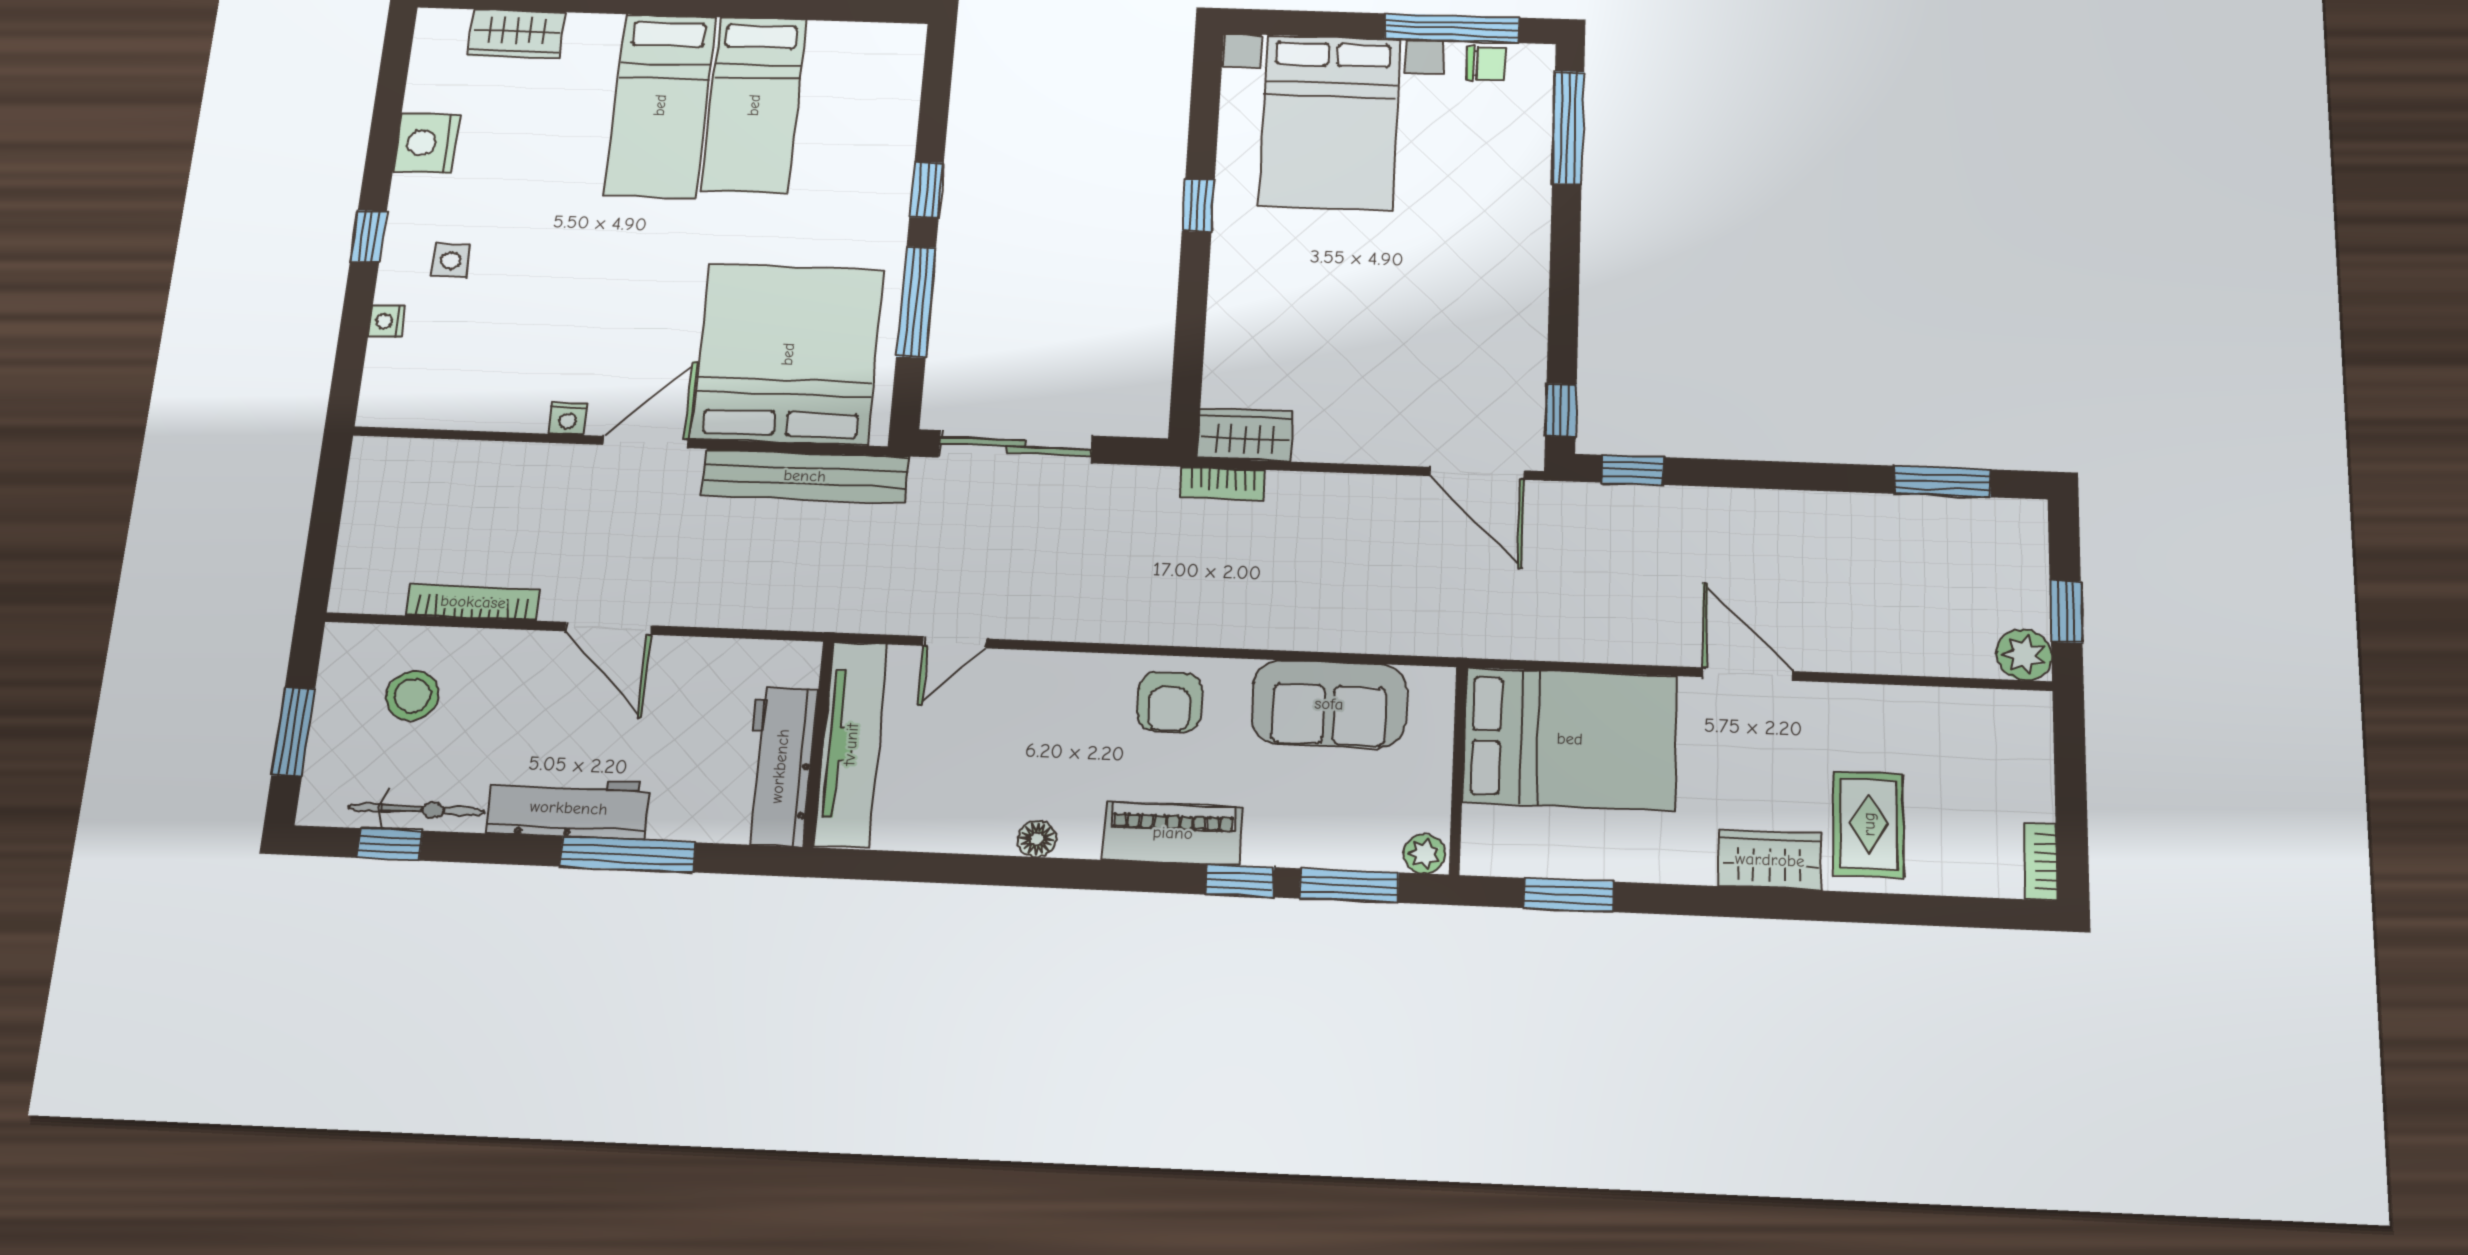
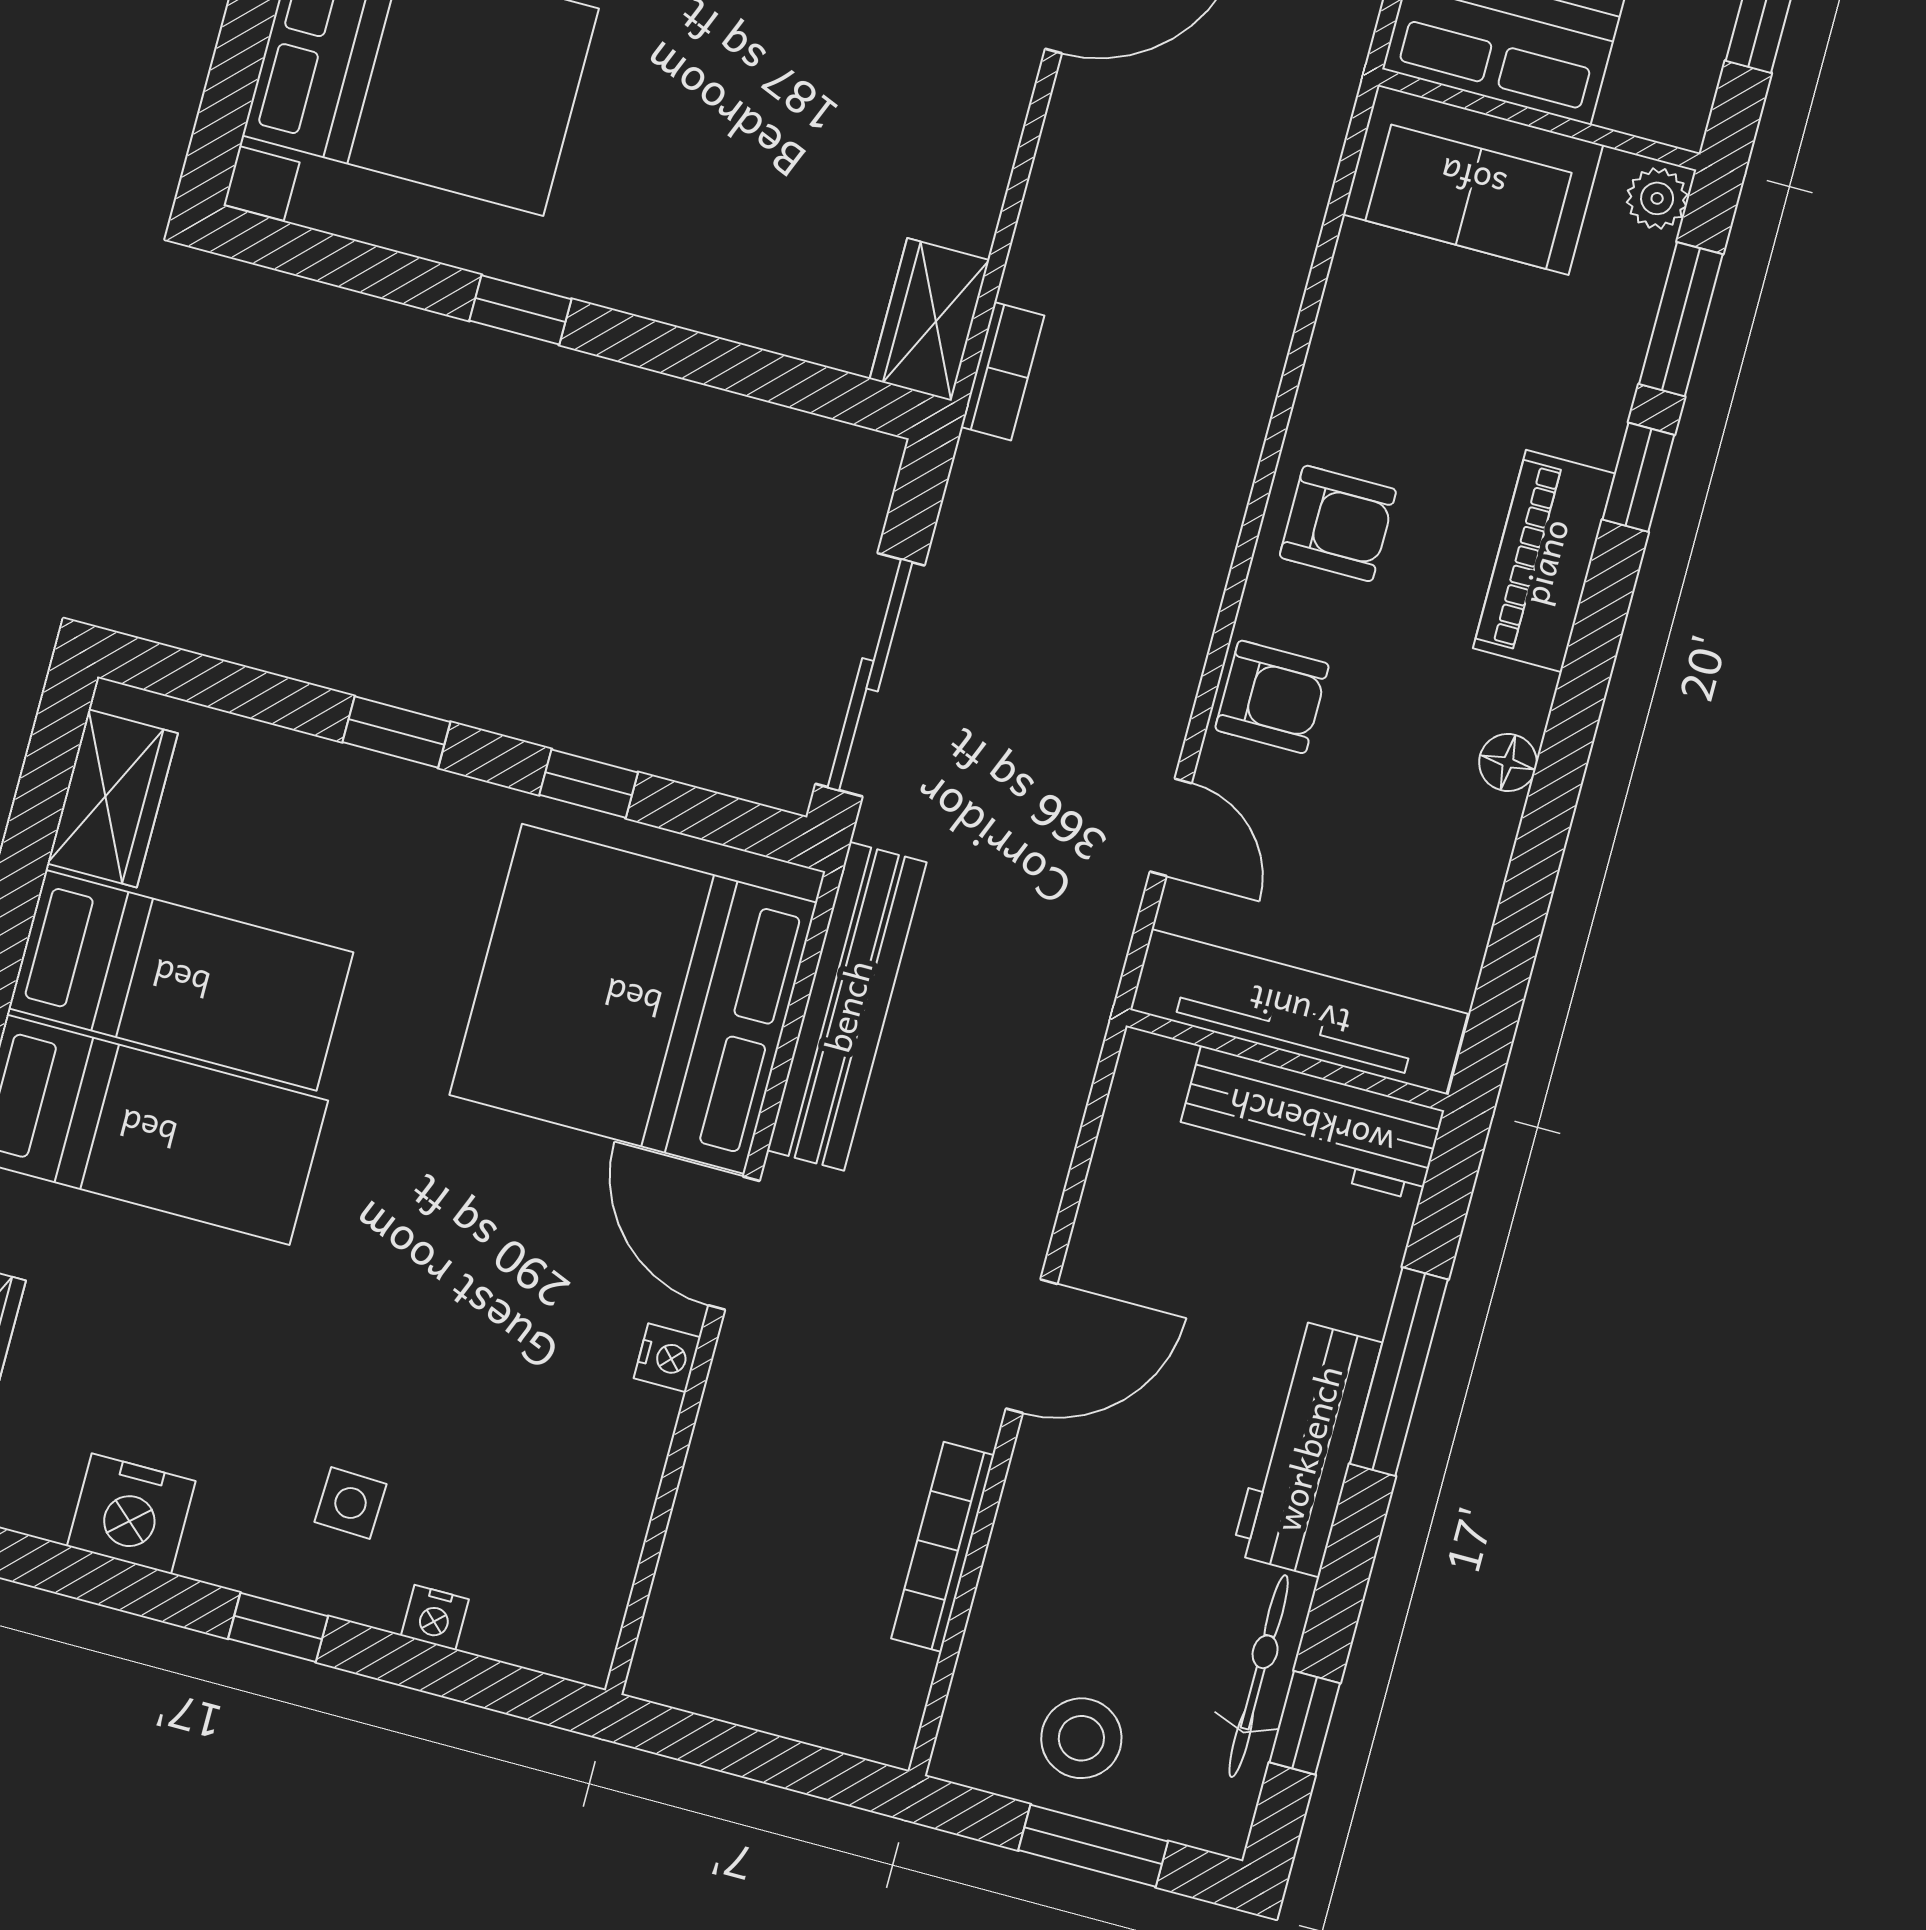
wardrobe: (856, 47) -> (112, 798), added
window: (916, 302) -> (589, 784), width x0.46
armchair: (1050, 686) -> (1272, 697), added
stool: (412, 696) -> (1081, 1738), moved
sofa: (1329, 704) -> (1473, 180), moved, turned 90

